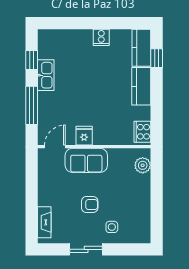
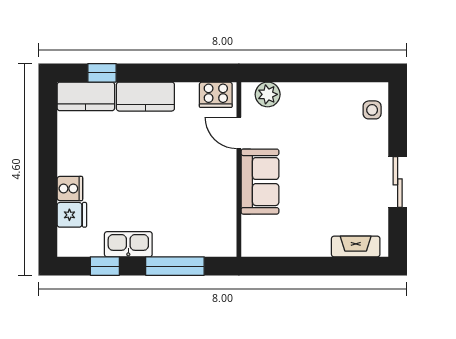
cooker: (101, 37) -> (70, 189), moved
fridge: (84, 136) -> (72, 215), moved, turned 180
door: (55, 147) -> (239, 133), moved
armchair: (90, 205) -> (328, 176), removed
side table: (112, 227) -> (372, 110), moved

